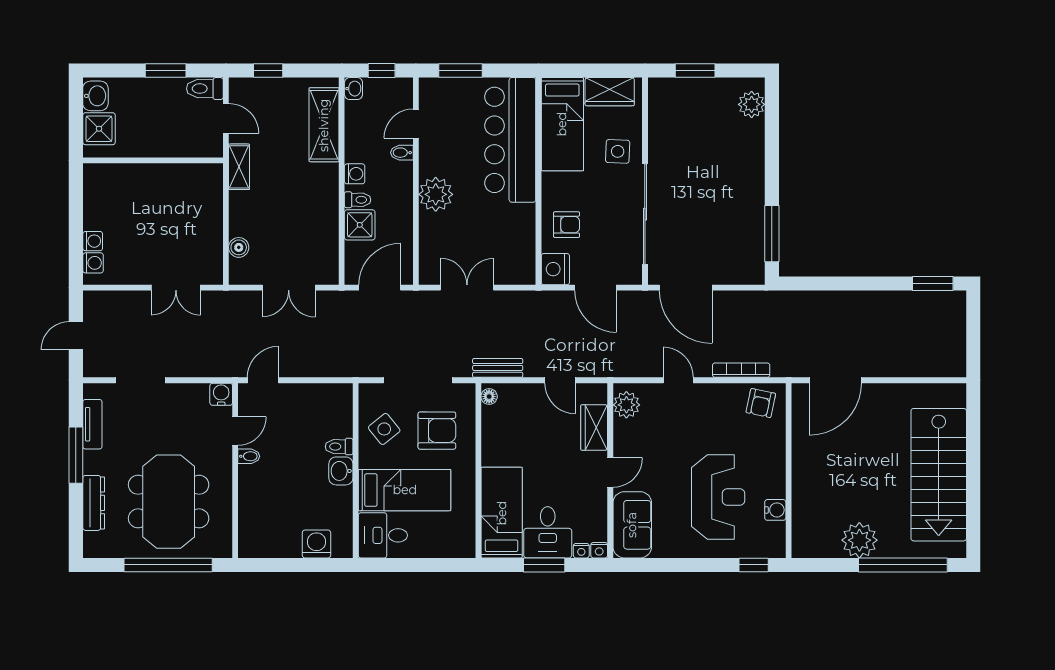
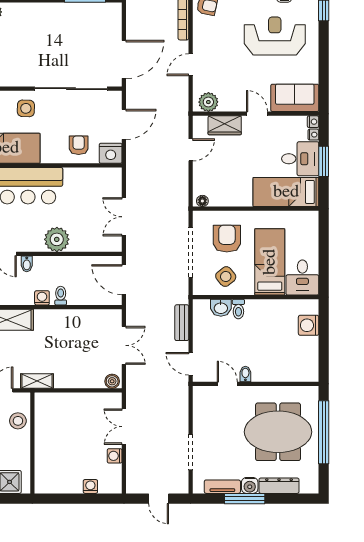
stool: (184, 140) -> (18, 421), added
shower: (360, 225) -> (79, 294), removed
boiler: (239, 247) -> (112, 381), moved
washing machine: (93, 263) -> (115, 456), moved, turned -90
double door: (176, 288) -> (124, 427), swing flipped
bench: (498, 368) -> (182, 323), moved
water cooler: (221, 394) -> (250, 485), moved, turned -90
washbasin: (341, 471) -> (221, 308), moved

